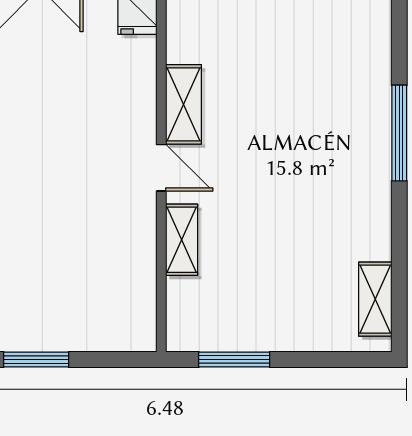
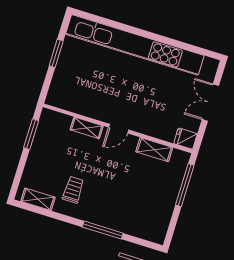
shelving: (184, 104) -> (154, 150), moved
trolley: (330, 227) -> (73, 190), added

